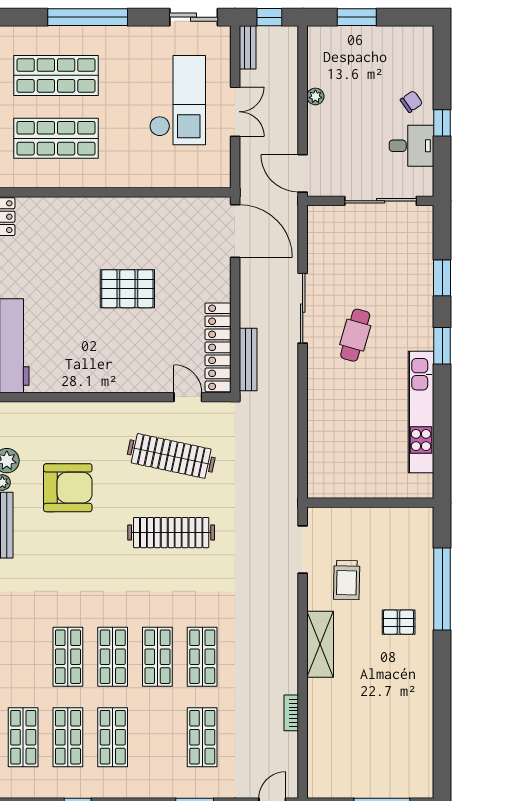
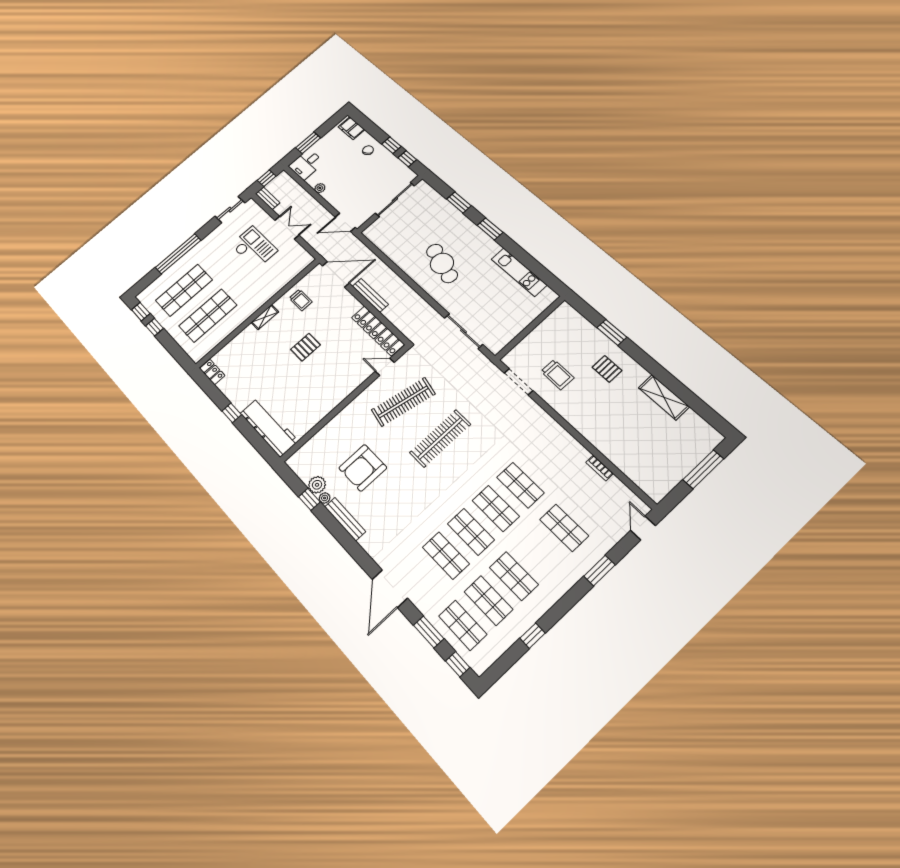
filing cabinet: (421, 50) -> (351, 128), added
checkout: (178, 100) -> (254, 248), width x0.73, depth x0.83
desk: (411, 146) -> (306, 164), moved, turned 180
window: (442, 161) -> (407, 159), added
shelving: (115, 206) -> (265, 317), added
trolley: (171, 224) -> (301, 300), added
pallet: (127, 289) -> (305, 347), width x0.67, depth x0.71
sliding door: (303, 308) -> (463, 331), moved
cafe table: (355, 335) -> (442, 263), width x1.37, depth x1.35
bench: (248, 359) -> (370, 295), moved
kitchen unit: (421, 412) -> (519, 272), width x0.73
armchair: (68, 488) -> (363, 468), turned 180
window: (442, 589) -> (612, 332), width x0.47
pallet: (399, 622) -> (607, 369), turned 90
shelving: (320, 644) -> (664, 397), moved

